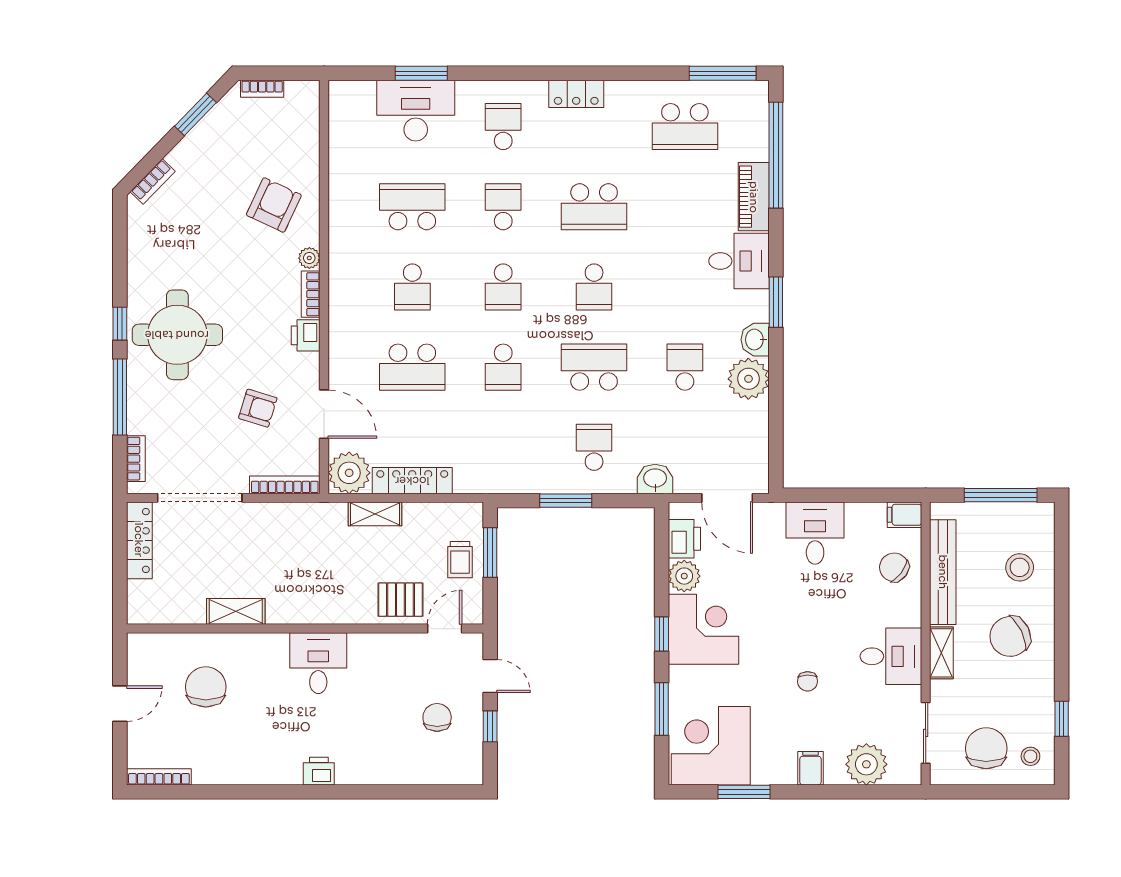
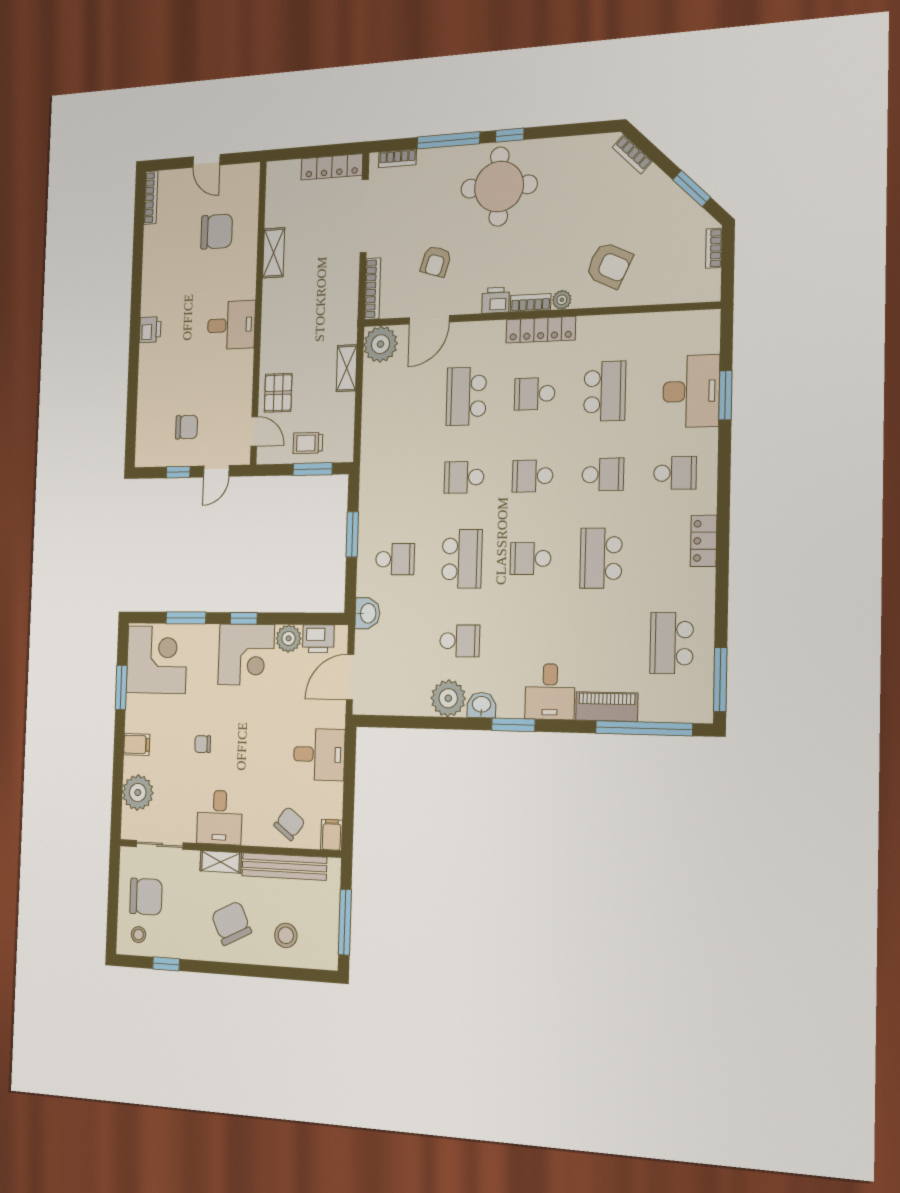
locker: (412, 481) -> (541, 330), moved, turned 90

